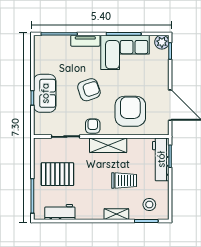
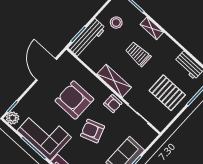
armchair: (130, 111) -> (74, 100), moved, turned 90
armchair: (93, 126) -> (113, 104), turned -90
trolley: (124, 180) -> (138, 54), moved
stool: (149, 204) -> (116, 23), moved

